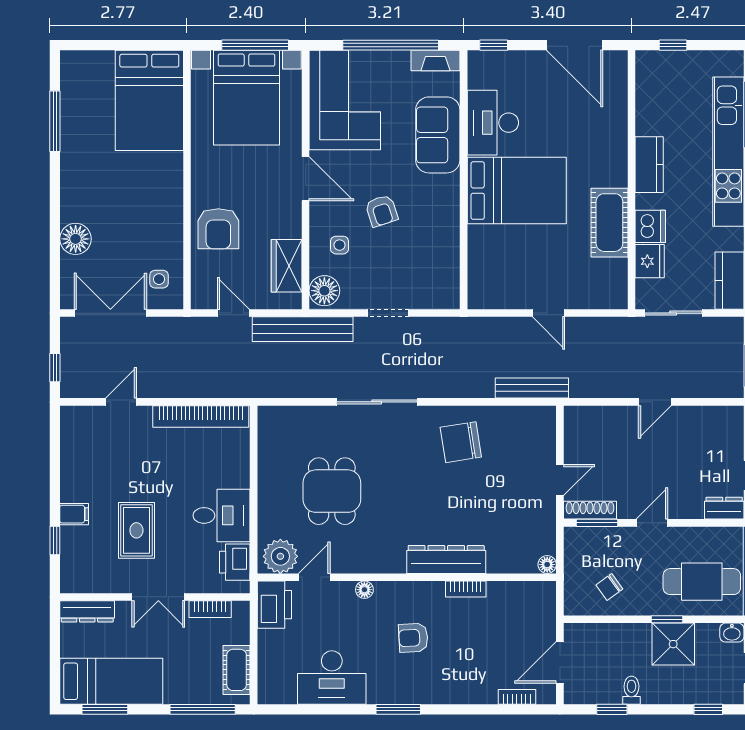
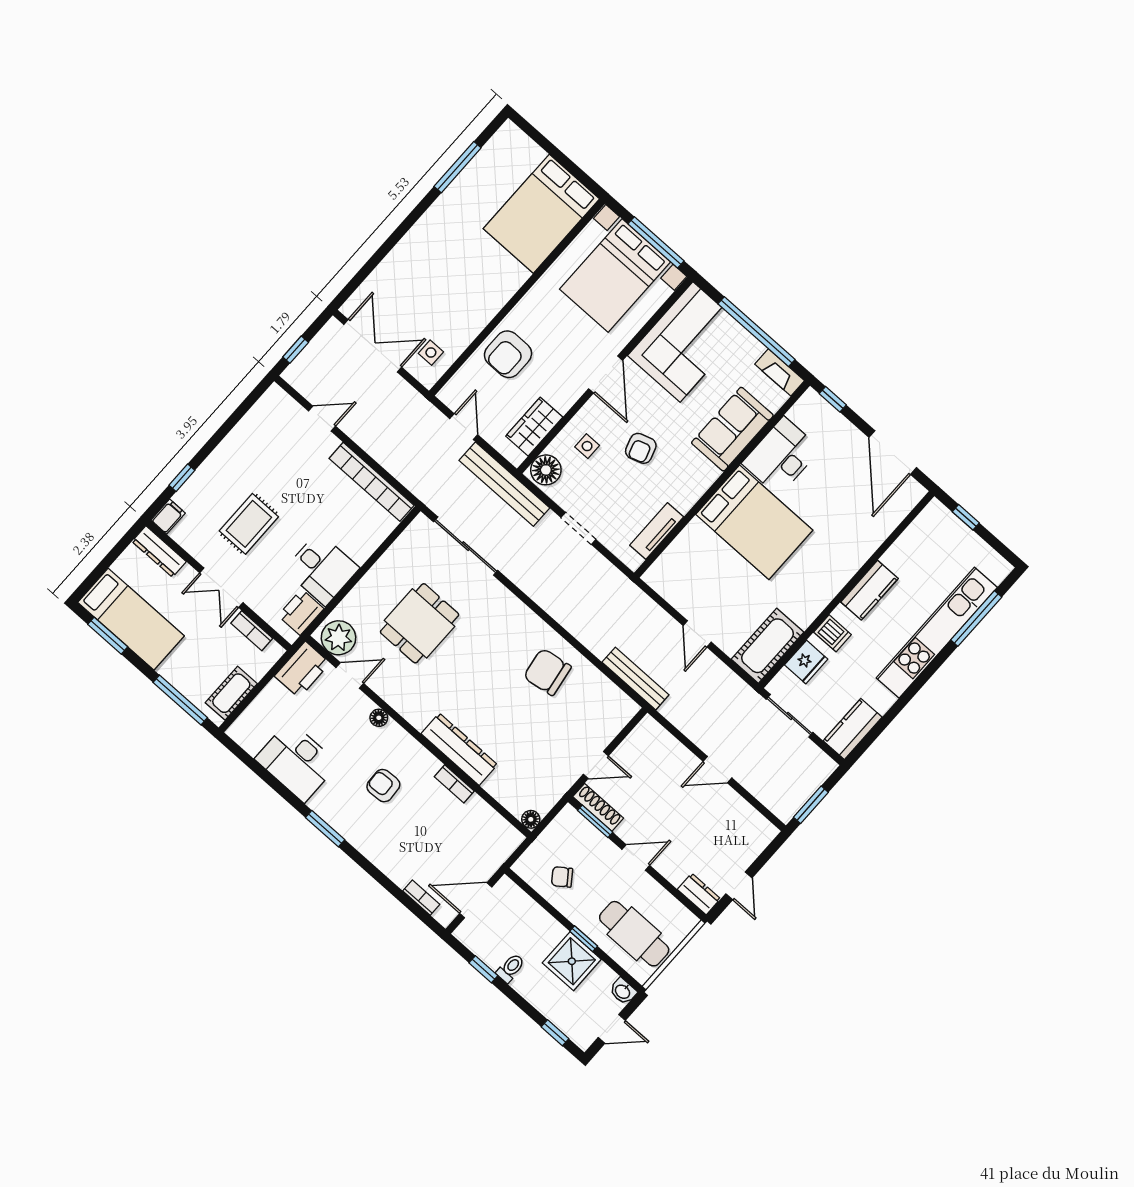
cot: (609, 223) -> (767, 646), moved
dishwasher: (650, 226) -> (833, 633), width x0.73
floor lamp: (76, 239) -> (396, 268), removed
tv unit: (449, 263) -> (657, 531), added
sliding door: (377, 402) -> (466, 546), moved
filing cabinet: (74, 514) -> (168, 517), moved, turned -90

